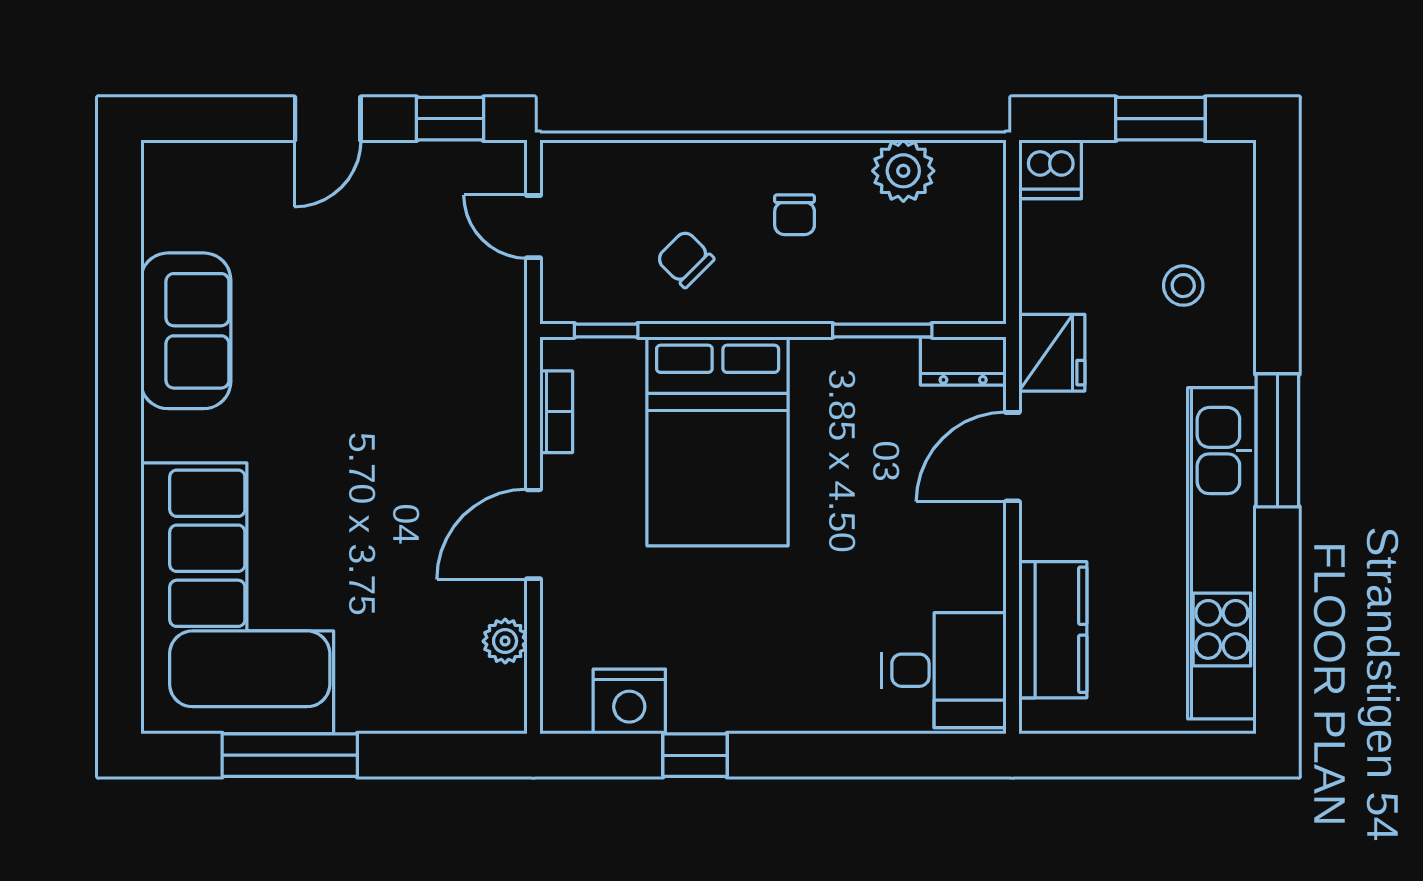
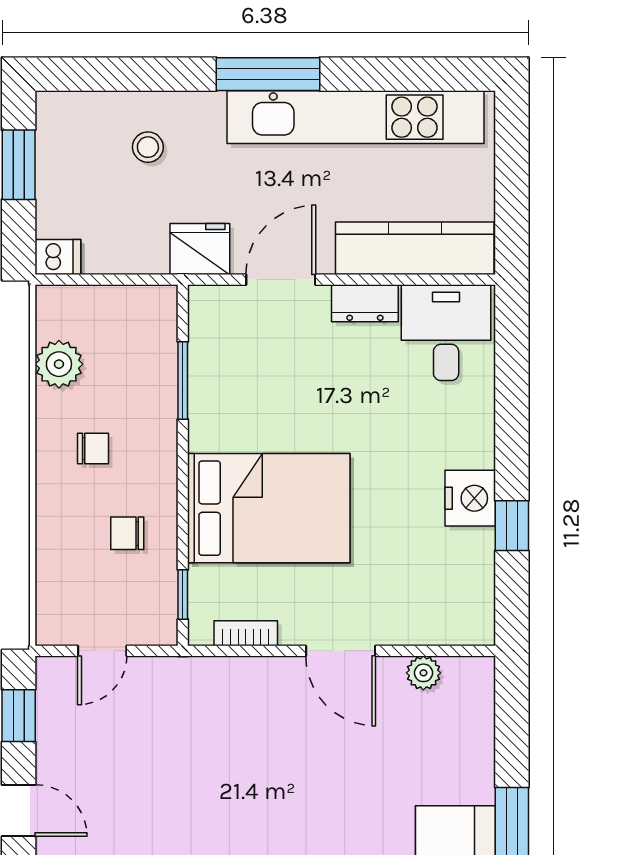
dishwasher: (1050, 169) -> (58, 257), width x0.73
chair: (685, 259) -> (127, 533), turned 45
dresser: (963, 361) -> (365, 303), moved, turned 90
door: (1012, 457) -> (281, 280), swing flipped
kitchen counter: (1053, 630) -> (415, 248), width x1.50
nightstand: (629, 701) -> (470, 498), moved

